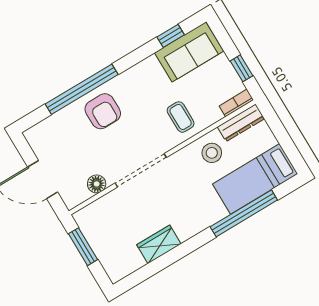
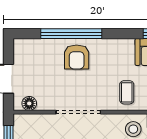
floor lamp: (97, 184) -> (29, 103), moved

